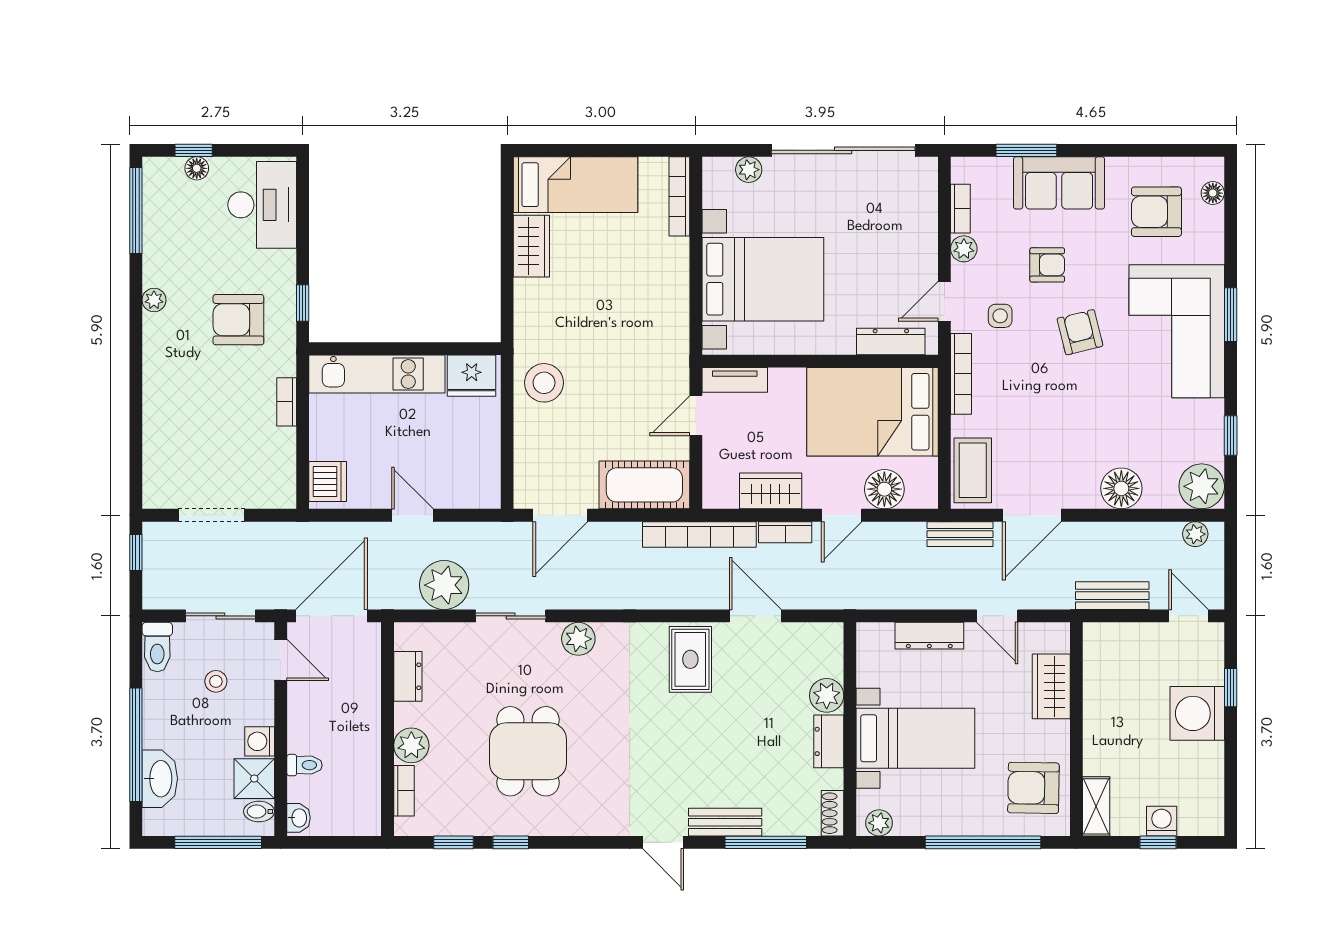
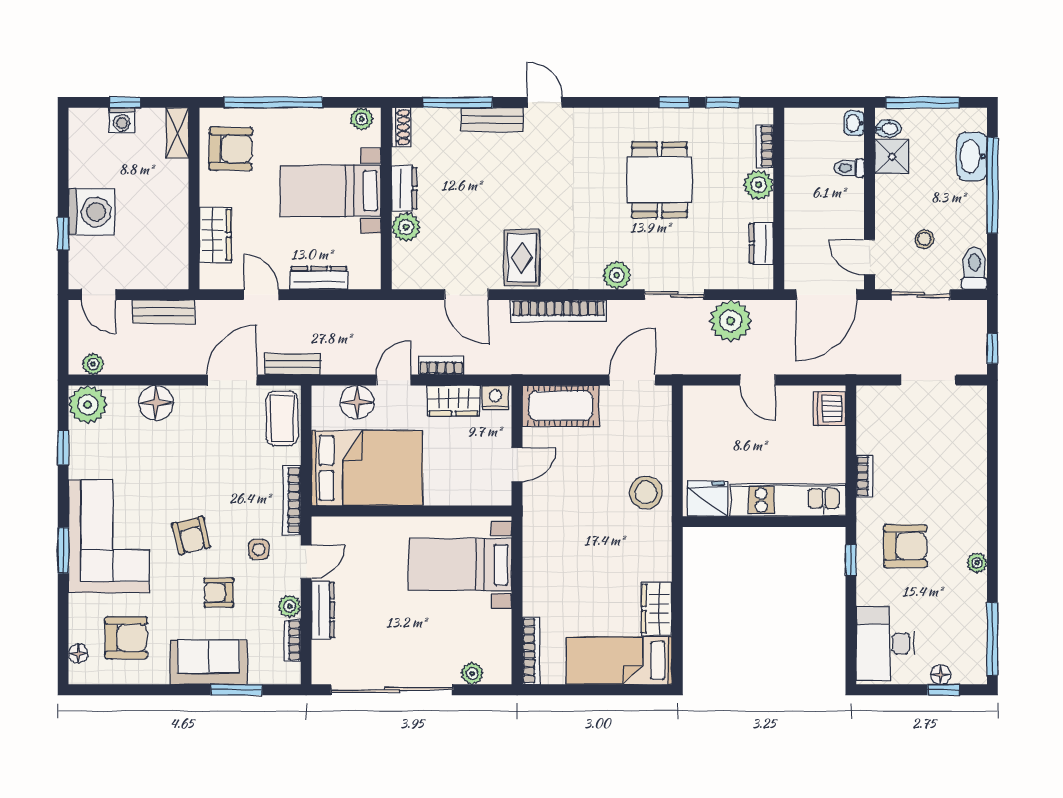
bed with nightstands: (763, 279) -> (460, 565), width x0.73
dresser: (891, 341) -> (323, 610), moved, turned -90
tv unit: (735, 380) -> (484, 495), removed
nightstand: (721, 495) -> (495, 398), added
bookcase: (699, 534) -> (559, 311), moved, turned 180
washing machine: (260, 741) -> (887, 188), removed

